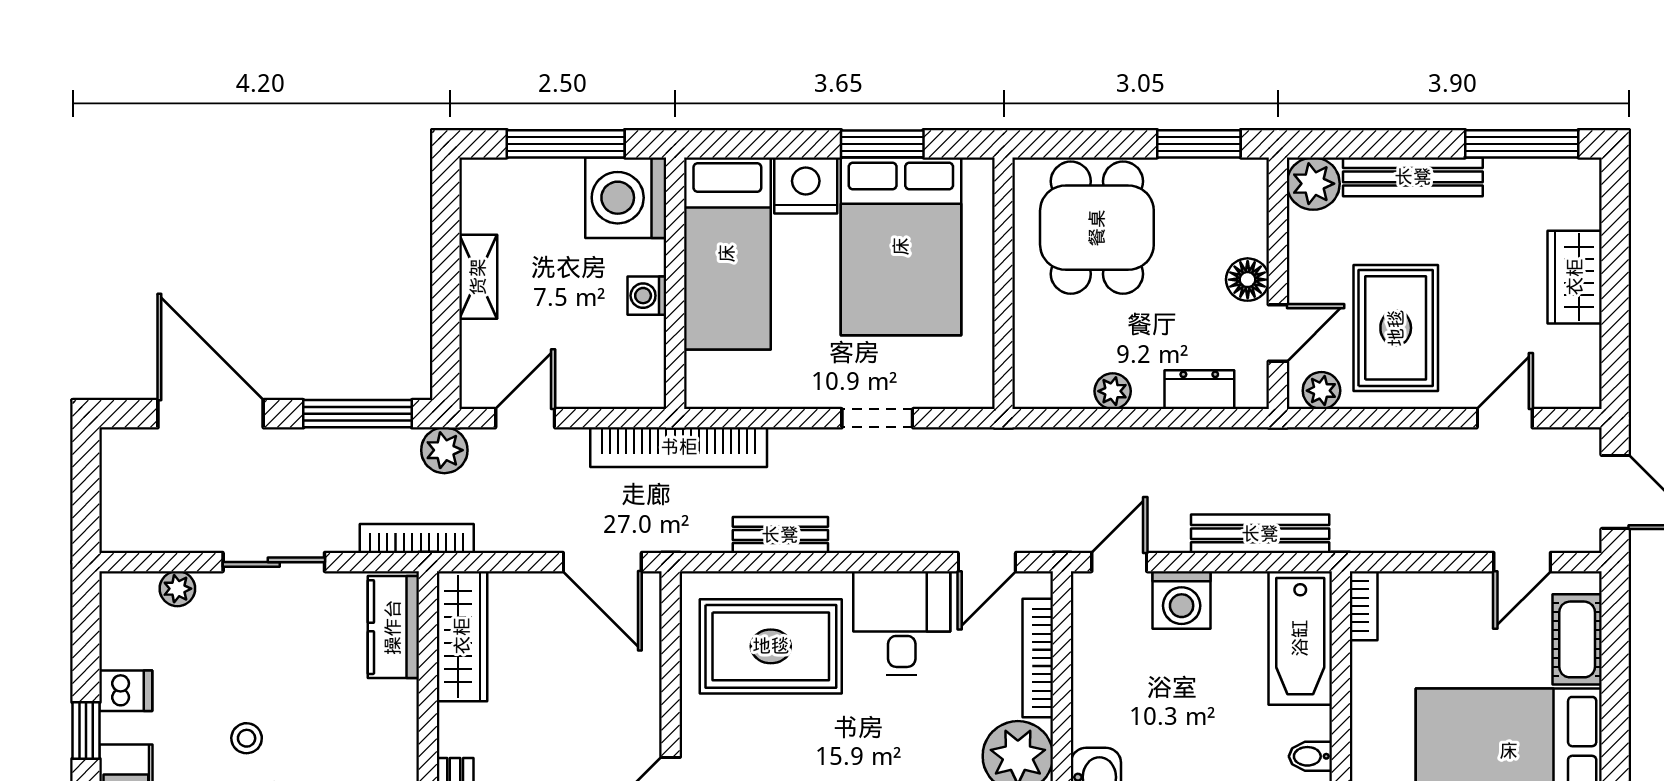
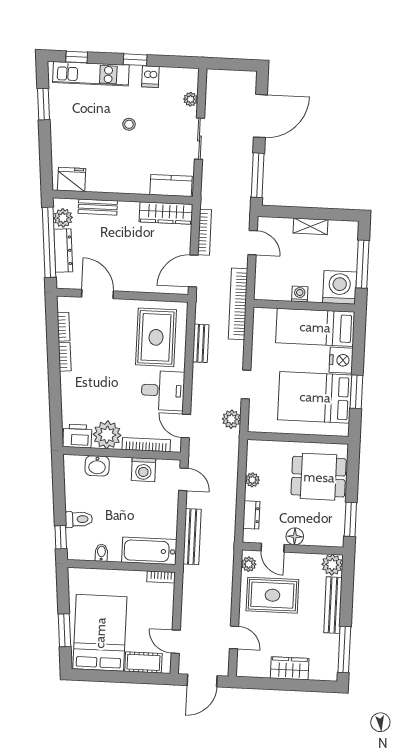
plant: (444, 450) -> (231, 419), moved
bookcase: (417, 538) -> (205, 232), moved
washing machine: (1182, 600) -> (143, 470), moved, turned -90

